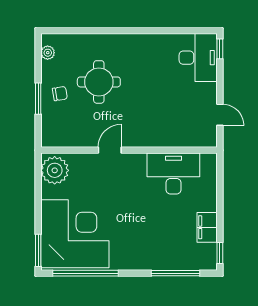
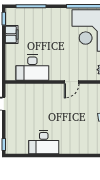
desk: (198, 58) -> (44, 142), moved, turned -90
round table: (99, 82) -> (78, 124), removed

